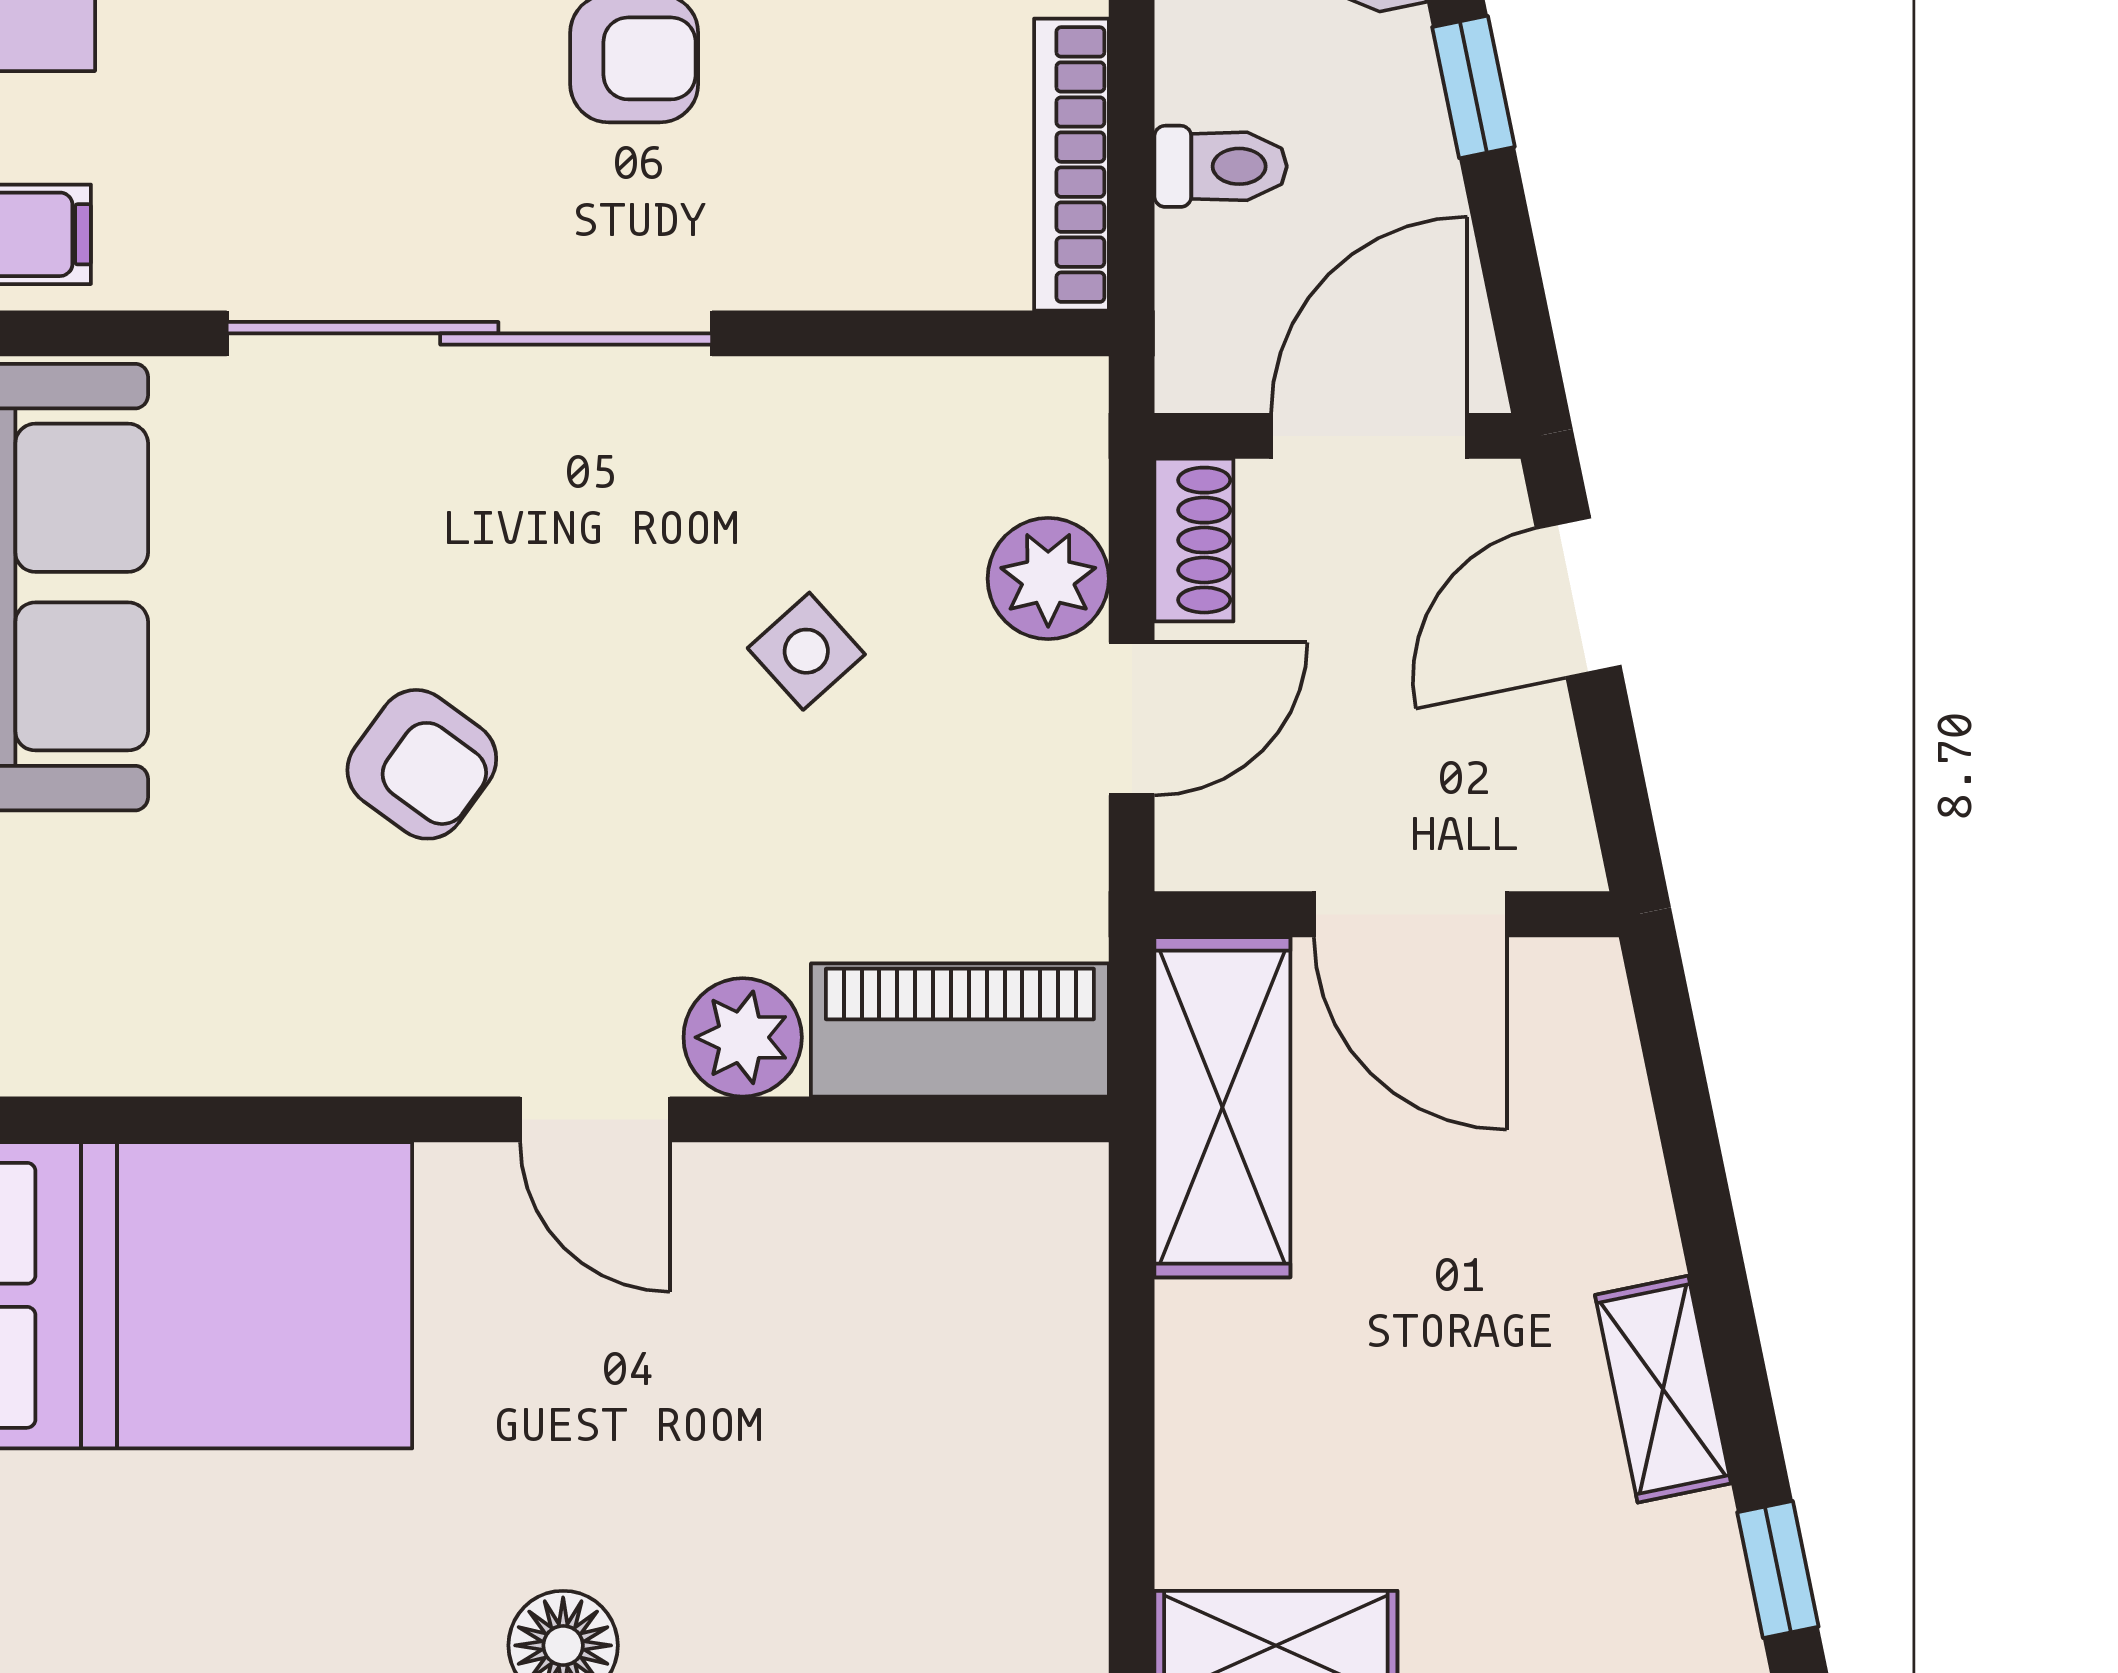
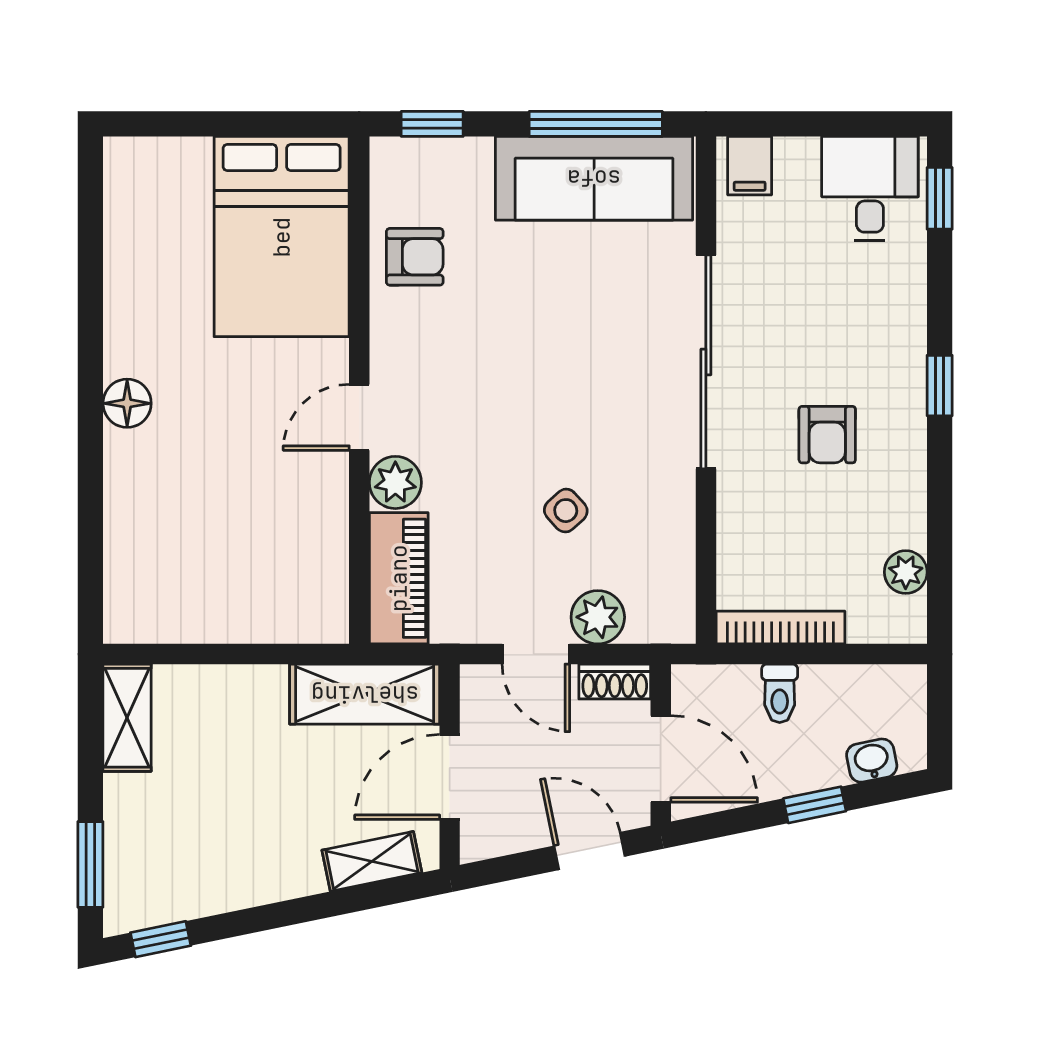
armchair: (422, 764) -> (415, 257), moved, turned -126
shelving: (1663, 1389) -> (372, 861), moved

